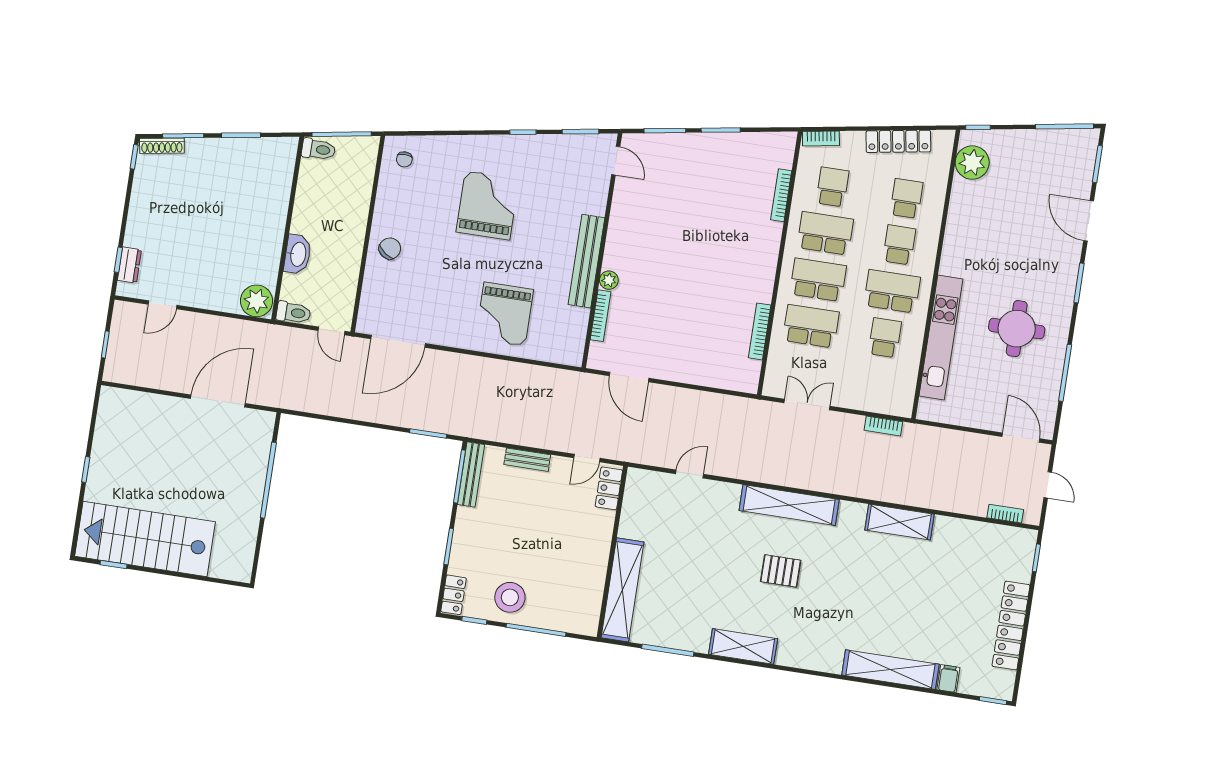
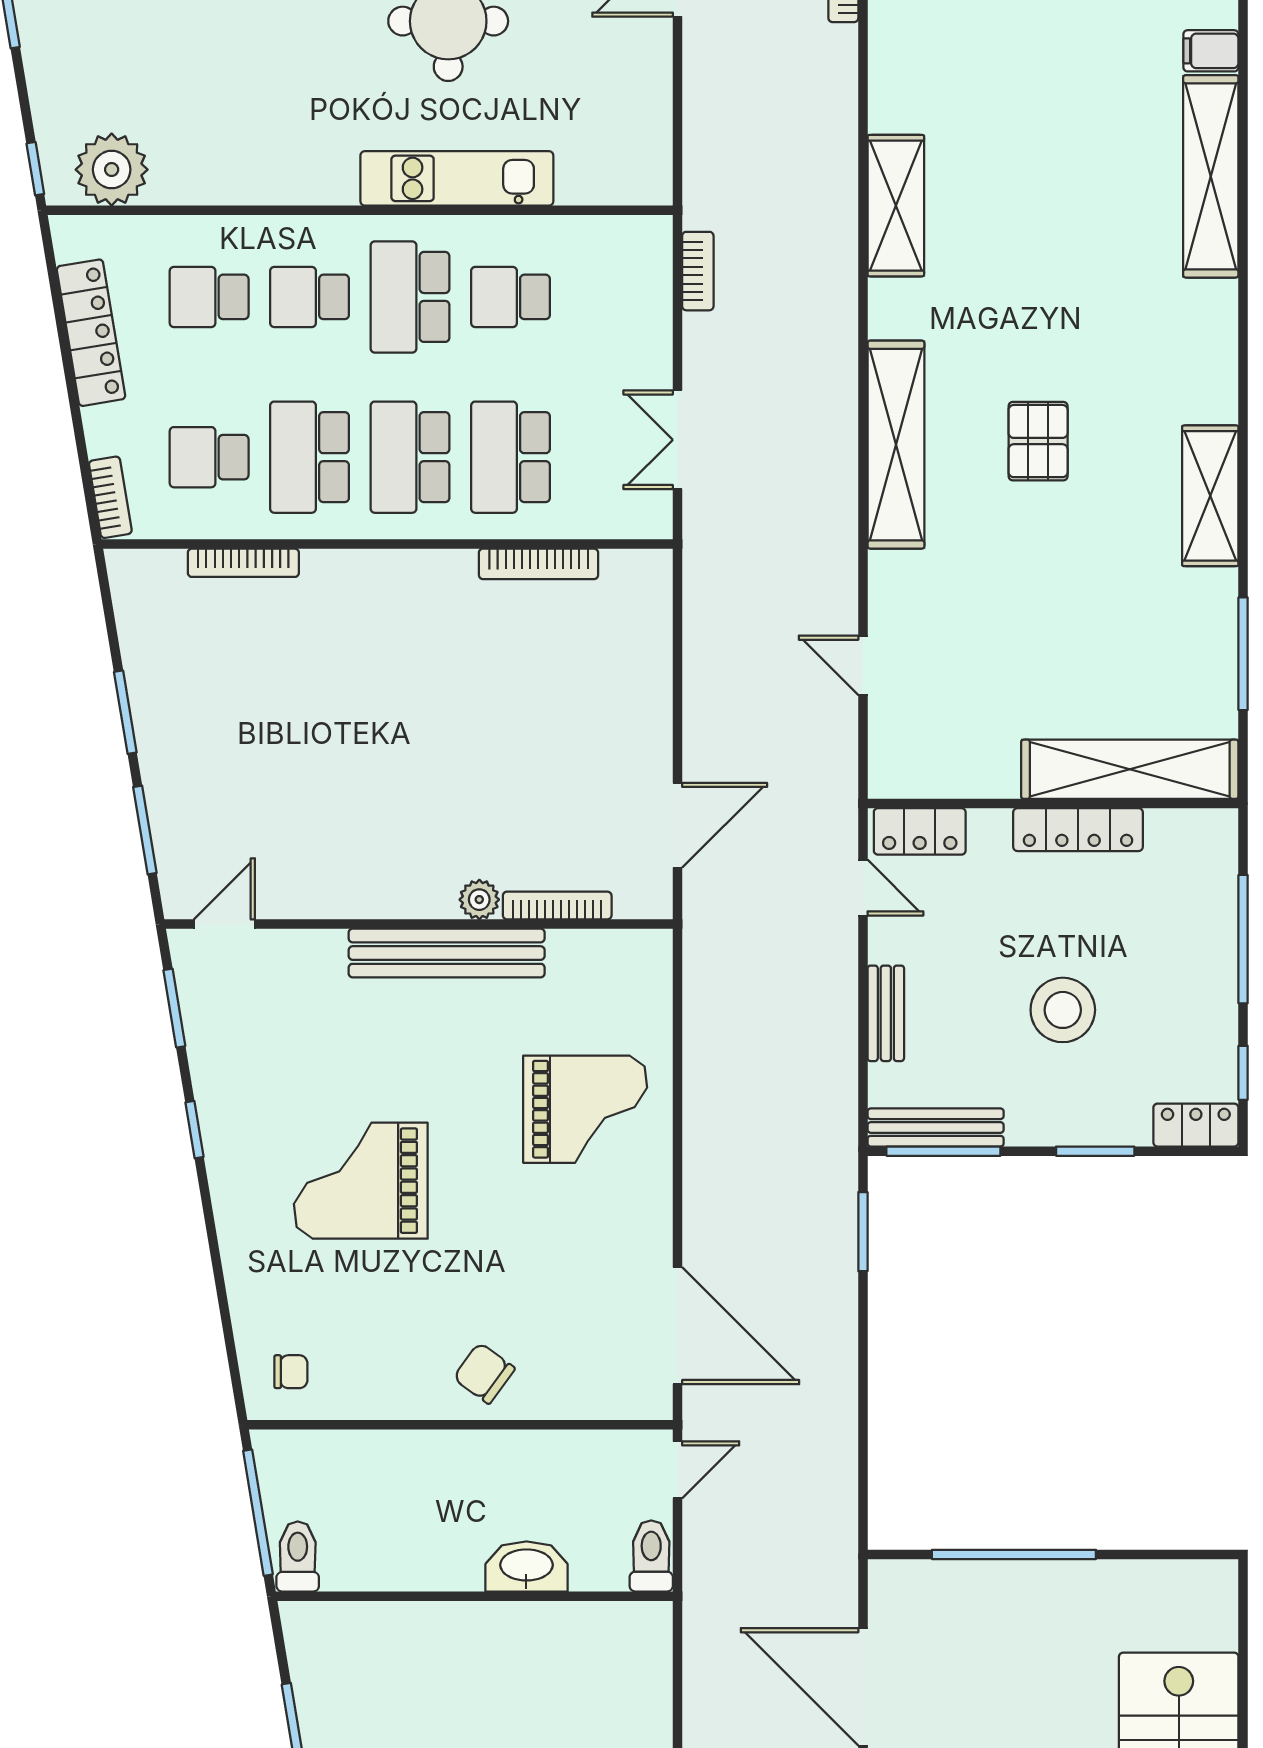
plant: (257, 301) -> (639, 1638), removed
kitchen unit: (941, 338) -> (457, 178), width x0.73
locker: (598, 562) -> (1078, 830), added
stool: (510, 597) -> (1063, 1010), moved

